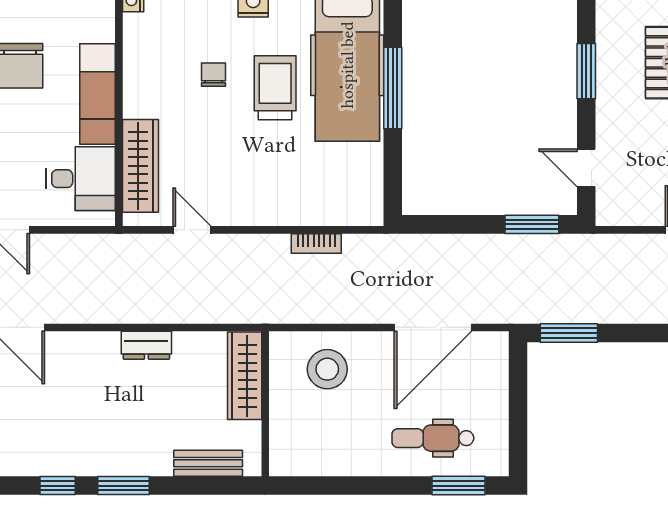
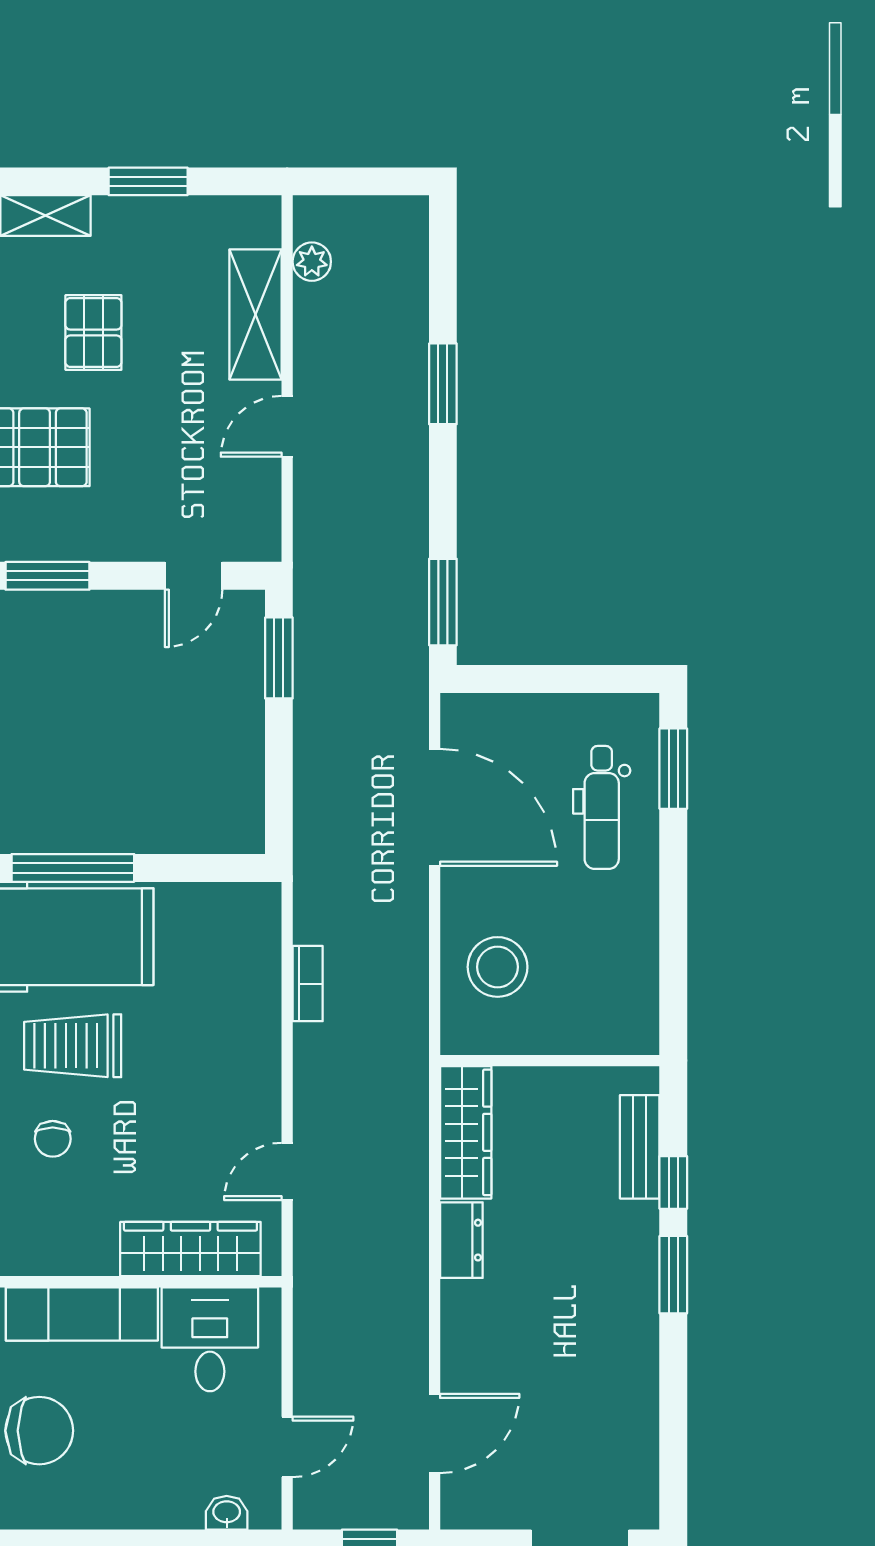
chair: (213, 75) -> (53, 1139), turned -90
wardrobe: (245, 376) -> (466, 1132), moved, turned -90
window: (58, 486) -> (673, 1182), moved

